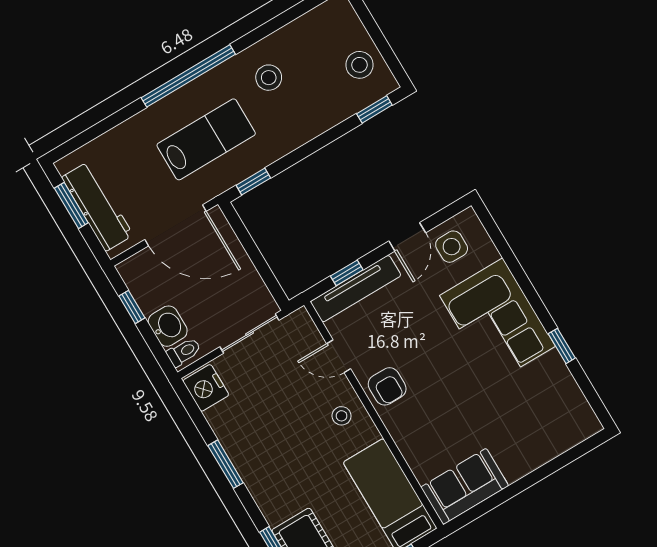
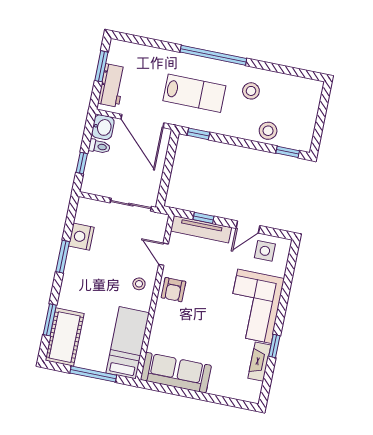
stool: (359, 65) -> (268, 131), moved
workbench: (97, 206) -> (112, 85), width x0.73
window: (132, 307) -> (82, 163), moved
washbasin: (168, 326) -> (103, 127), moved
toilet: (184, 352) -> (99, 146), moved
fireplace: (561, 379) -> (259, 362), added
nightstand: (206, 388) -> (81, 237), moved
sofa: (465, 486) -> (176, 373), width x1.36

